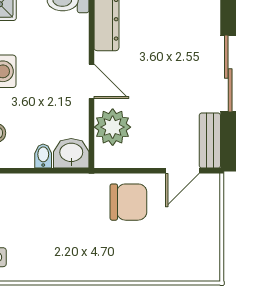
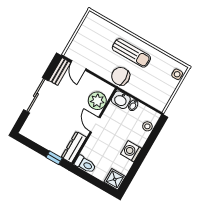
door: (182, 171) -> (79, 66), swing flipped
chair: (128, 202) -> (121, 76), moved
sun lounger: (101, 248) -> (131, 53), added

